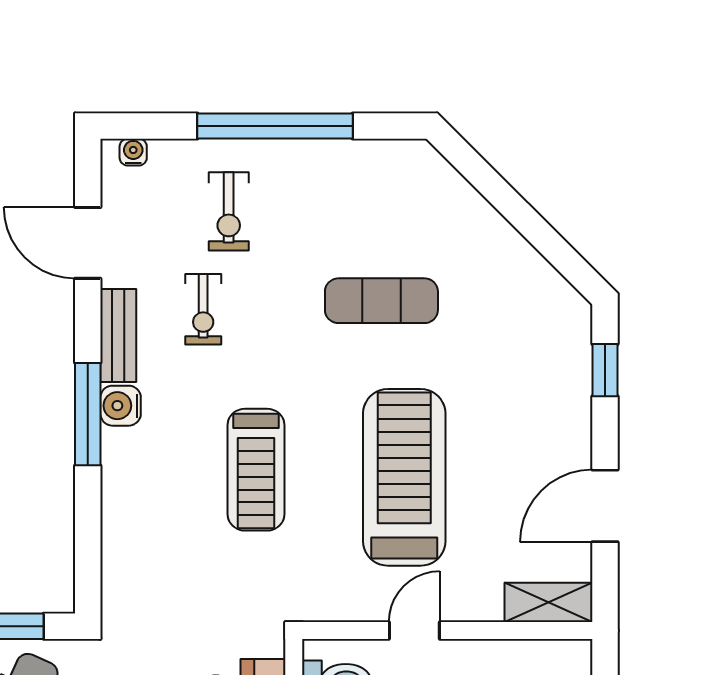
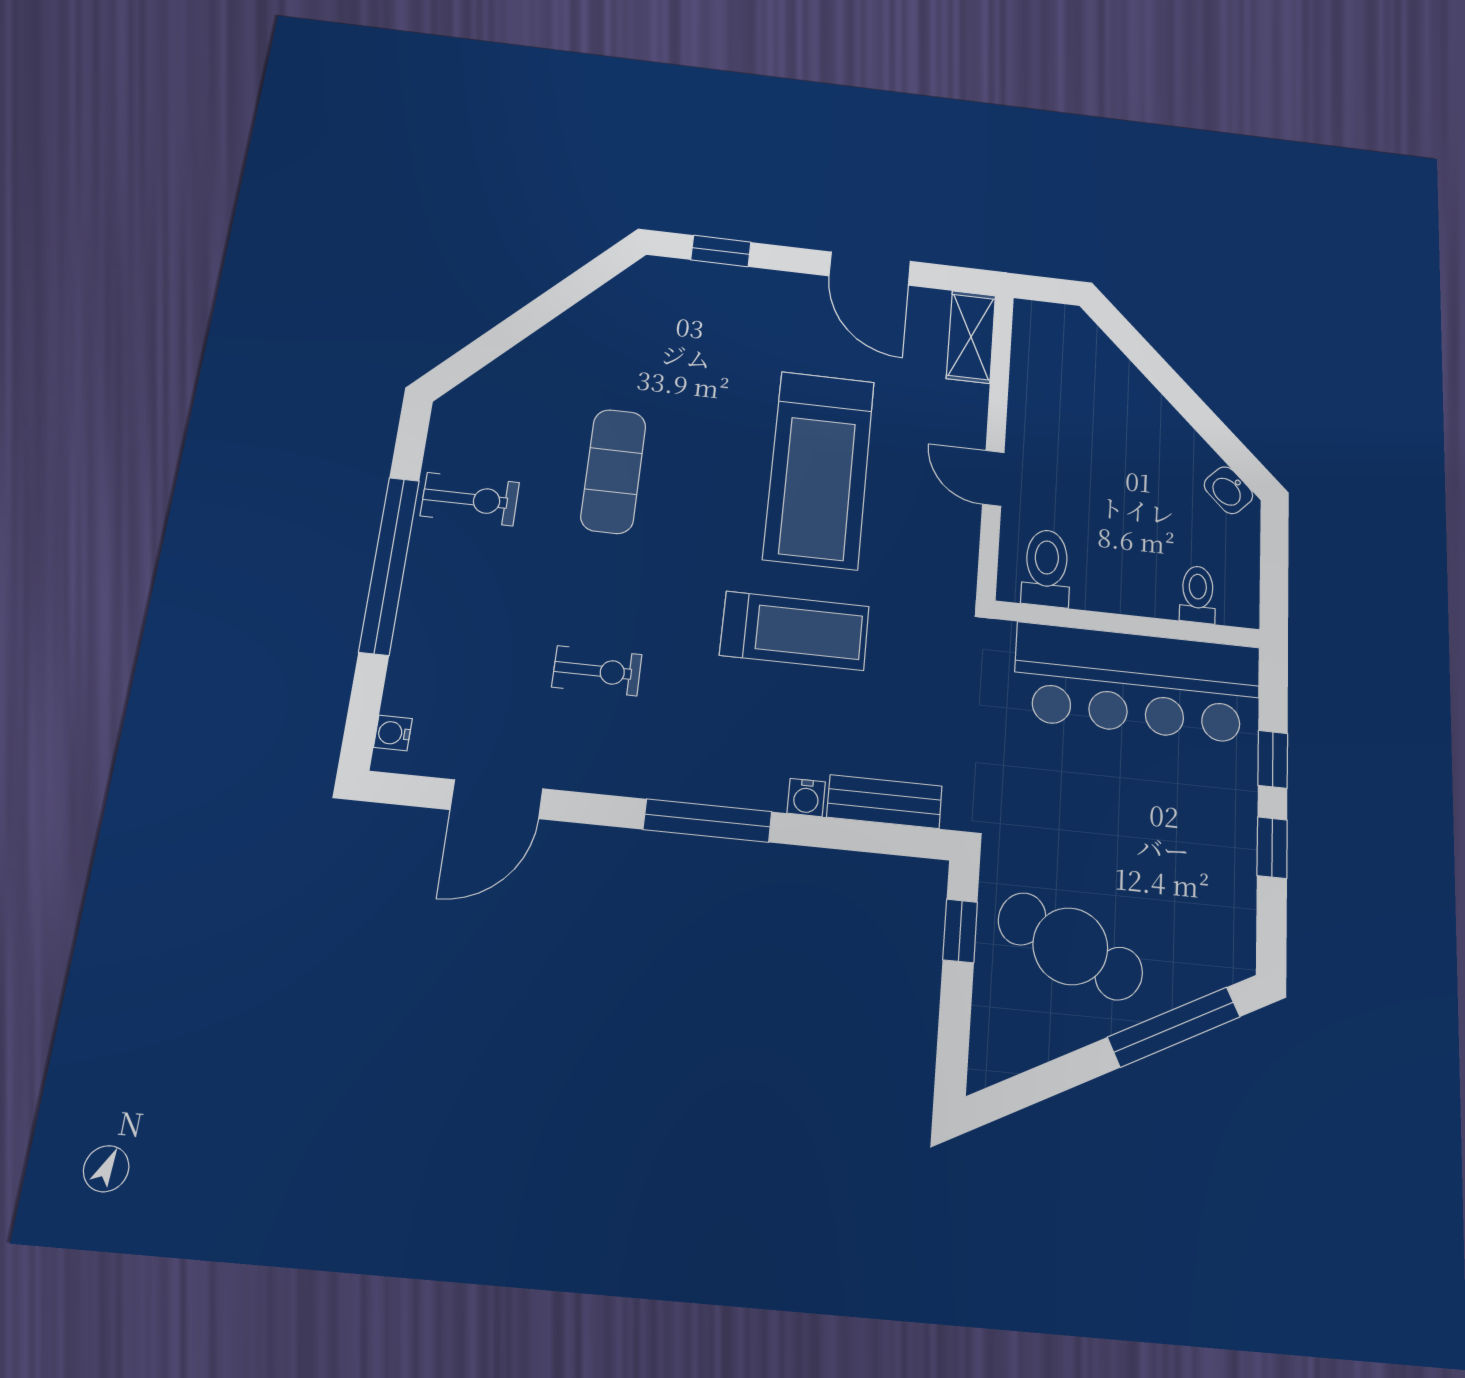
exercise bike: (229, 211) -> (470, 499), moved
bench: (118, 336) -> (884, 802), moved
water cooler: (121, 406) -> (806, 798), moved, width x0.72, depth x0.72
treadmill: (404, 477) -> (819, 470), turned -90

